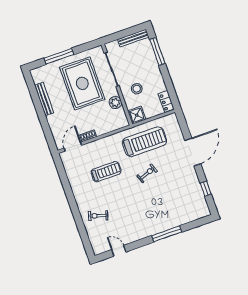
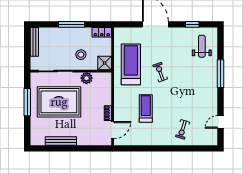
window: (157, 51) -> (72, 24), moved
window: (59, 56) -> (27, 102), moved
door: (73, 147) -> (113, 130), swing flipped
weight bench: (187, 206) -> (202, 46), added

